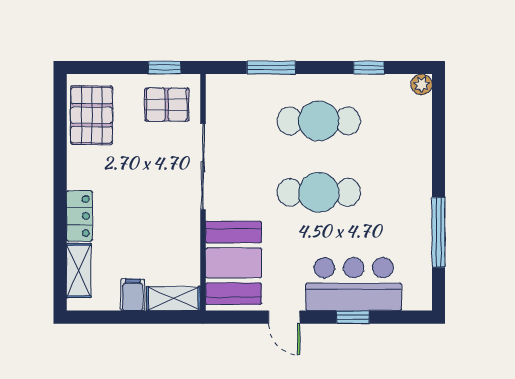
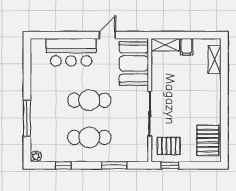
locker: (79, 216) -> (214, 88), removed
window: (438, 232) -> (27, 118), moved
door: (284, 317) -> (107, 35), hinge flipped
window: (353, 317) -> (72, 35), removed

